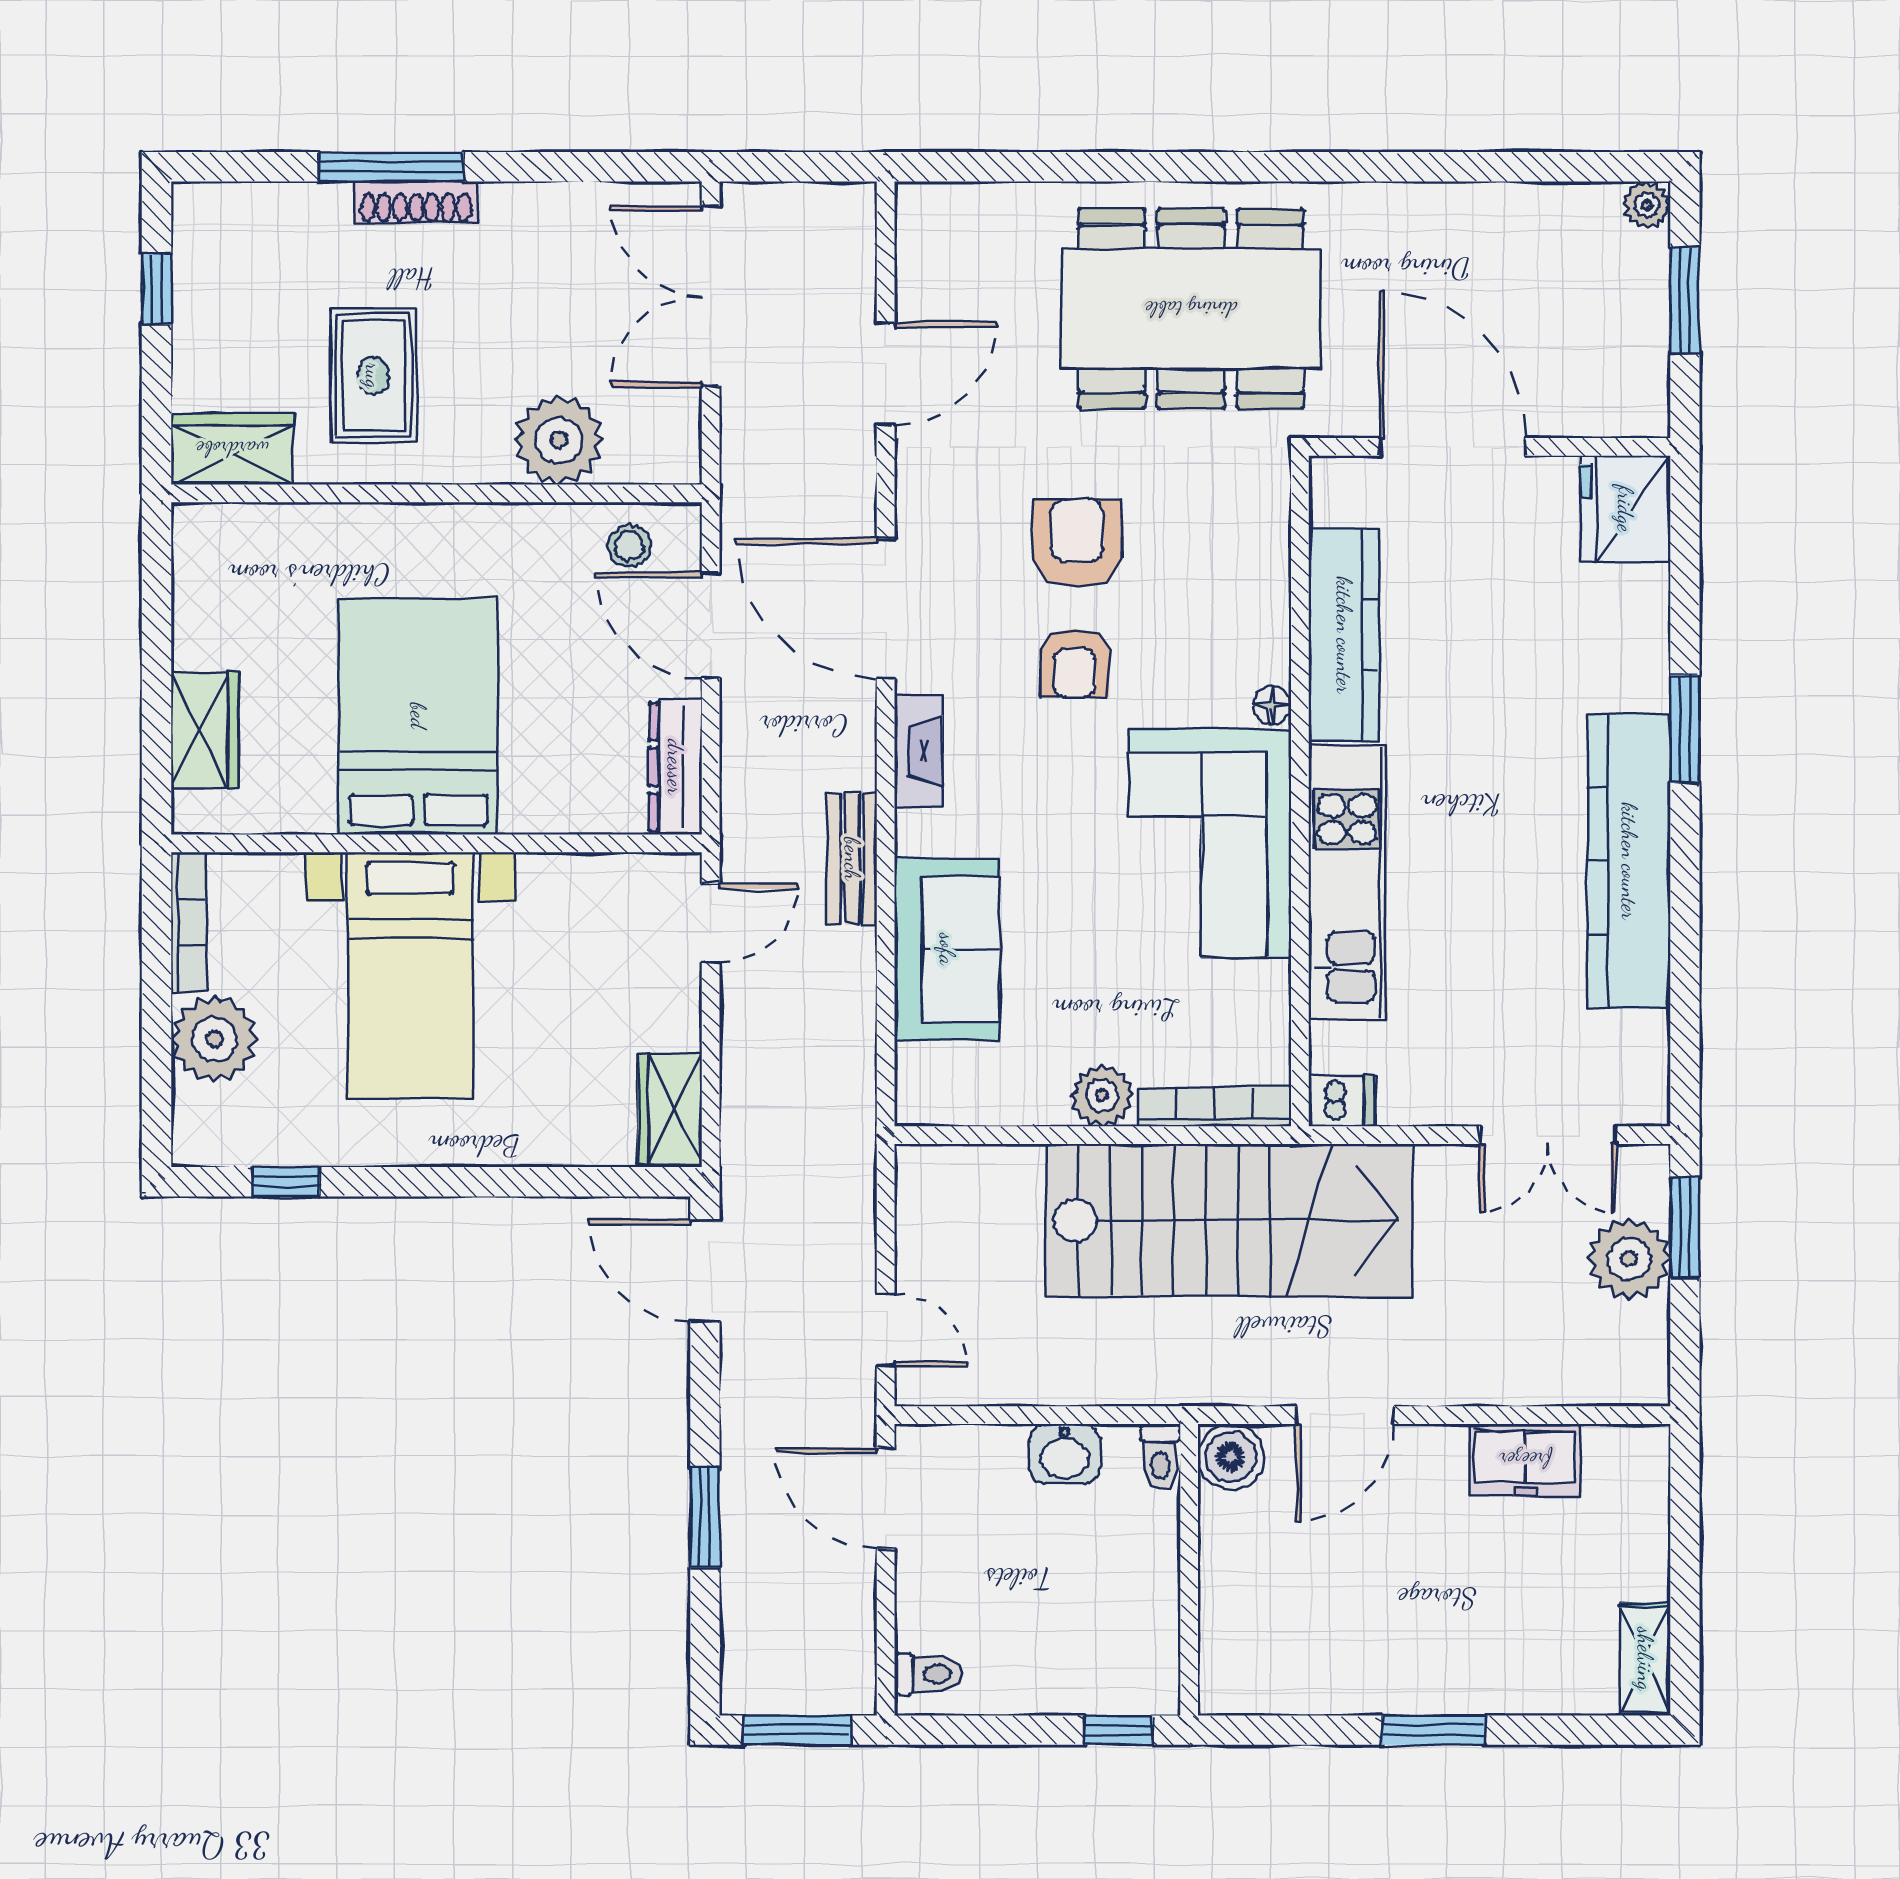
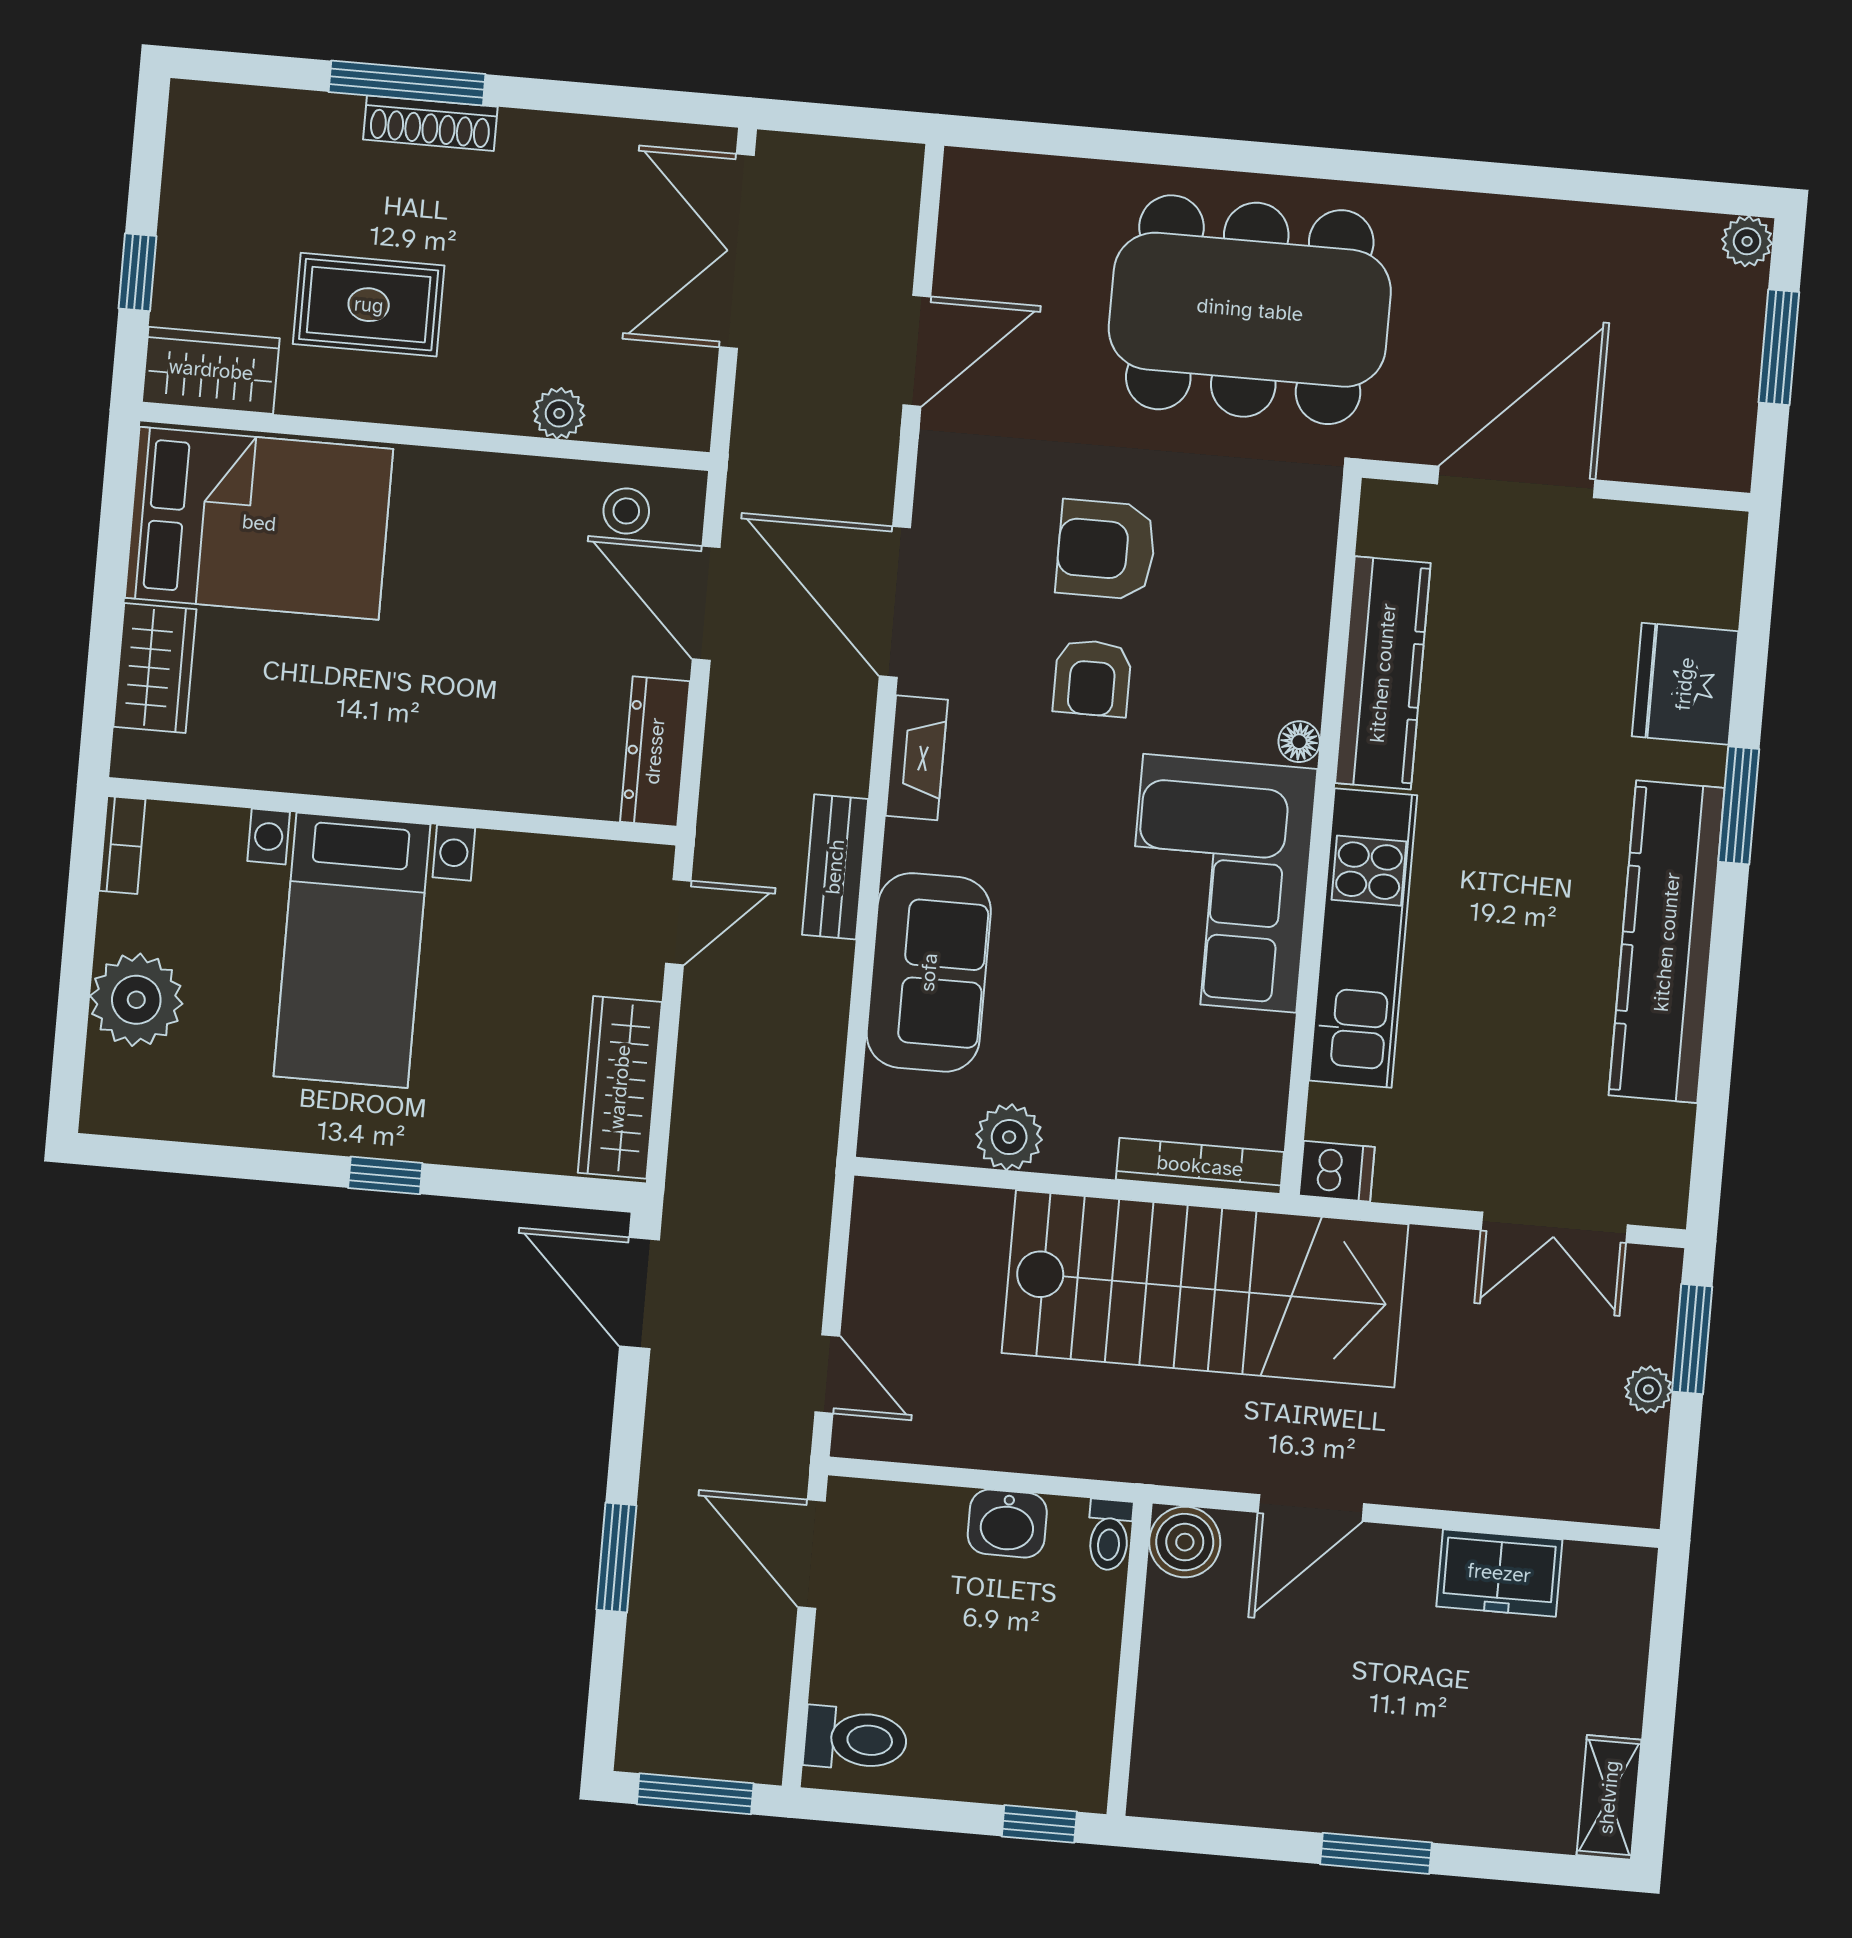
window: (157, 289) -> (138, 272), moved
rug: (373, 376) -> (369, 305), turned 90
plant: (559, 440) -> (559, 413), width x0.53, depth x0.53
door: (1452, 447) -> (1516, 482), hinge flipped
fridge: (1625, 509) -> (1685, 684), moved
armchair: (1077, 543) -> (1106, 550), turned -90
bed: (418, 716) -> (259, 523), moved, turned 90
bookcase: (189, 922) -> (122, 845), width x0.64
plant: (1102, 1096) -> (1009, 1137), moved
wardrobe: (670, 1109) -> (620, 1087), width x1.50
window: (286, 1182) -> (385, 1175), moved
plant: (1629, 1259) -> (1648, 1389), width x0.53, depth x0.53
toilet: (928, 1674) -> (856, 1739), width x1.37, depth x1.39

